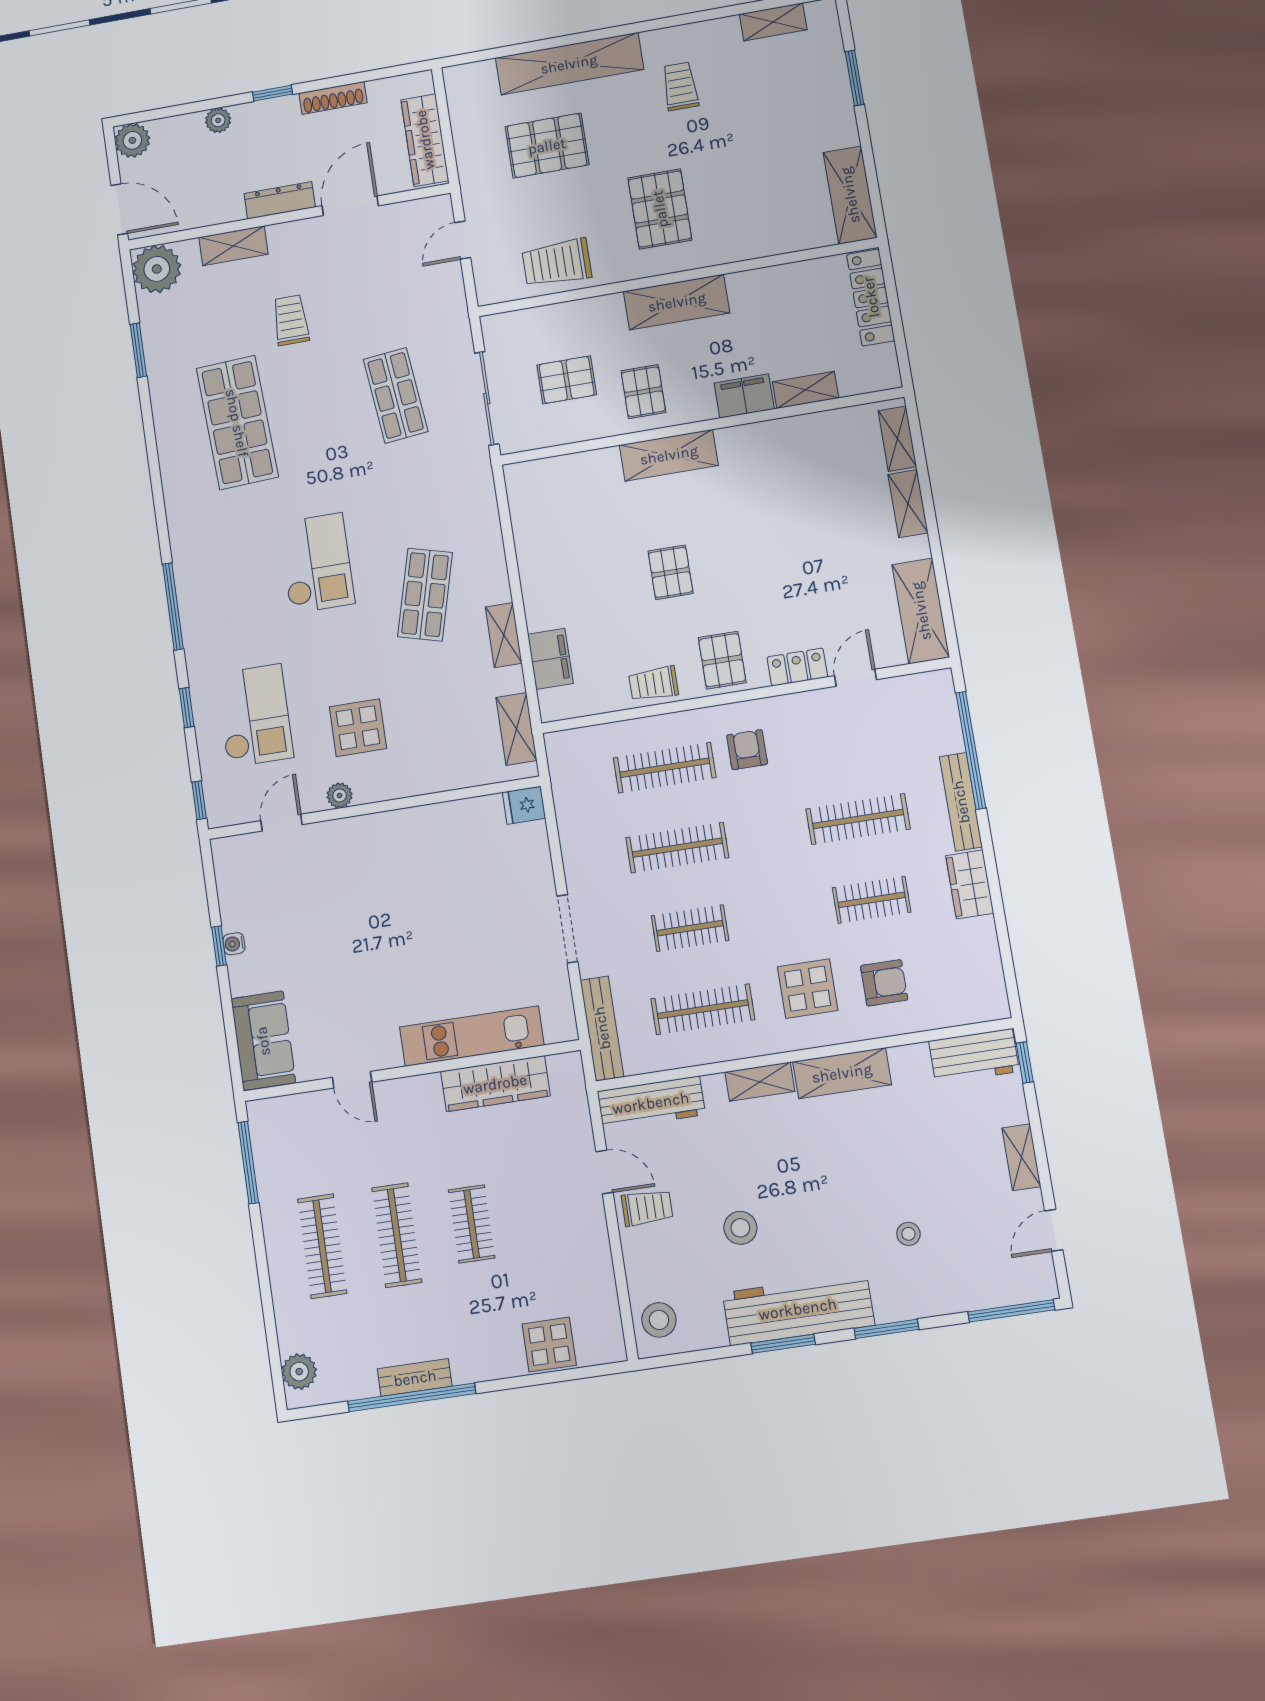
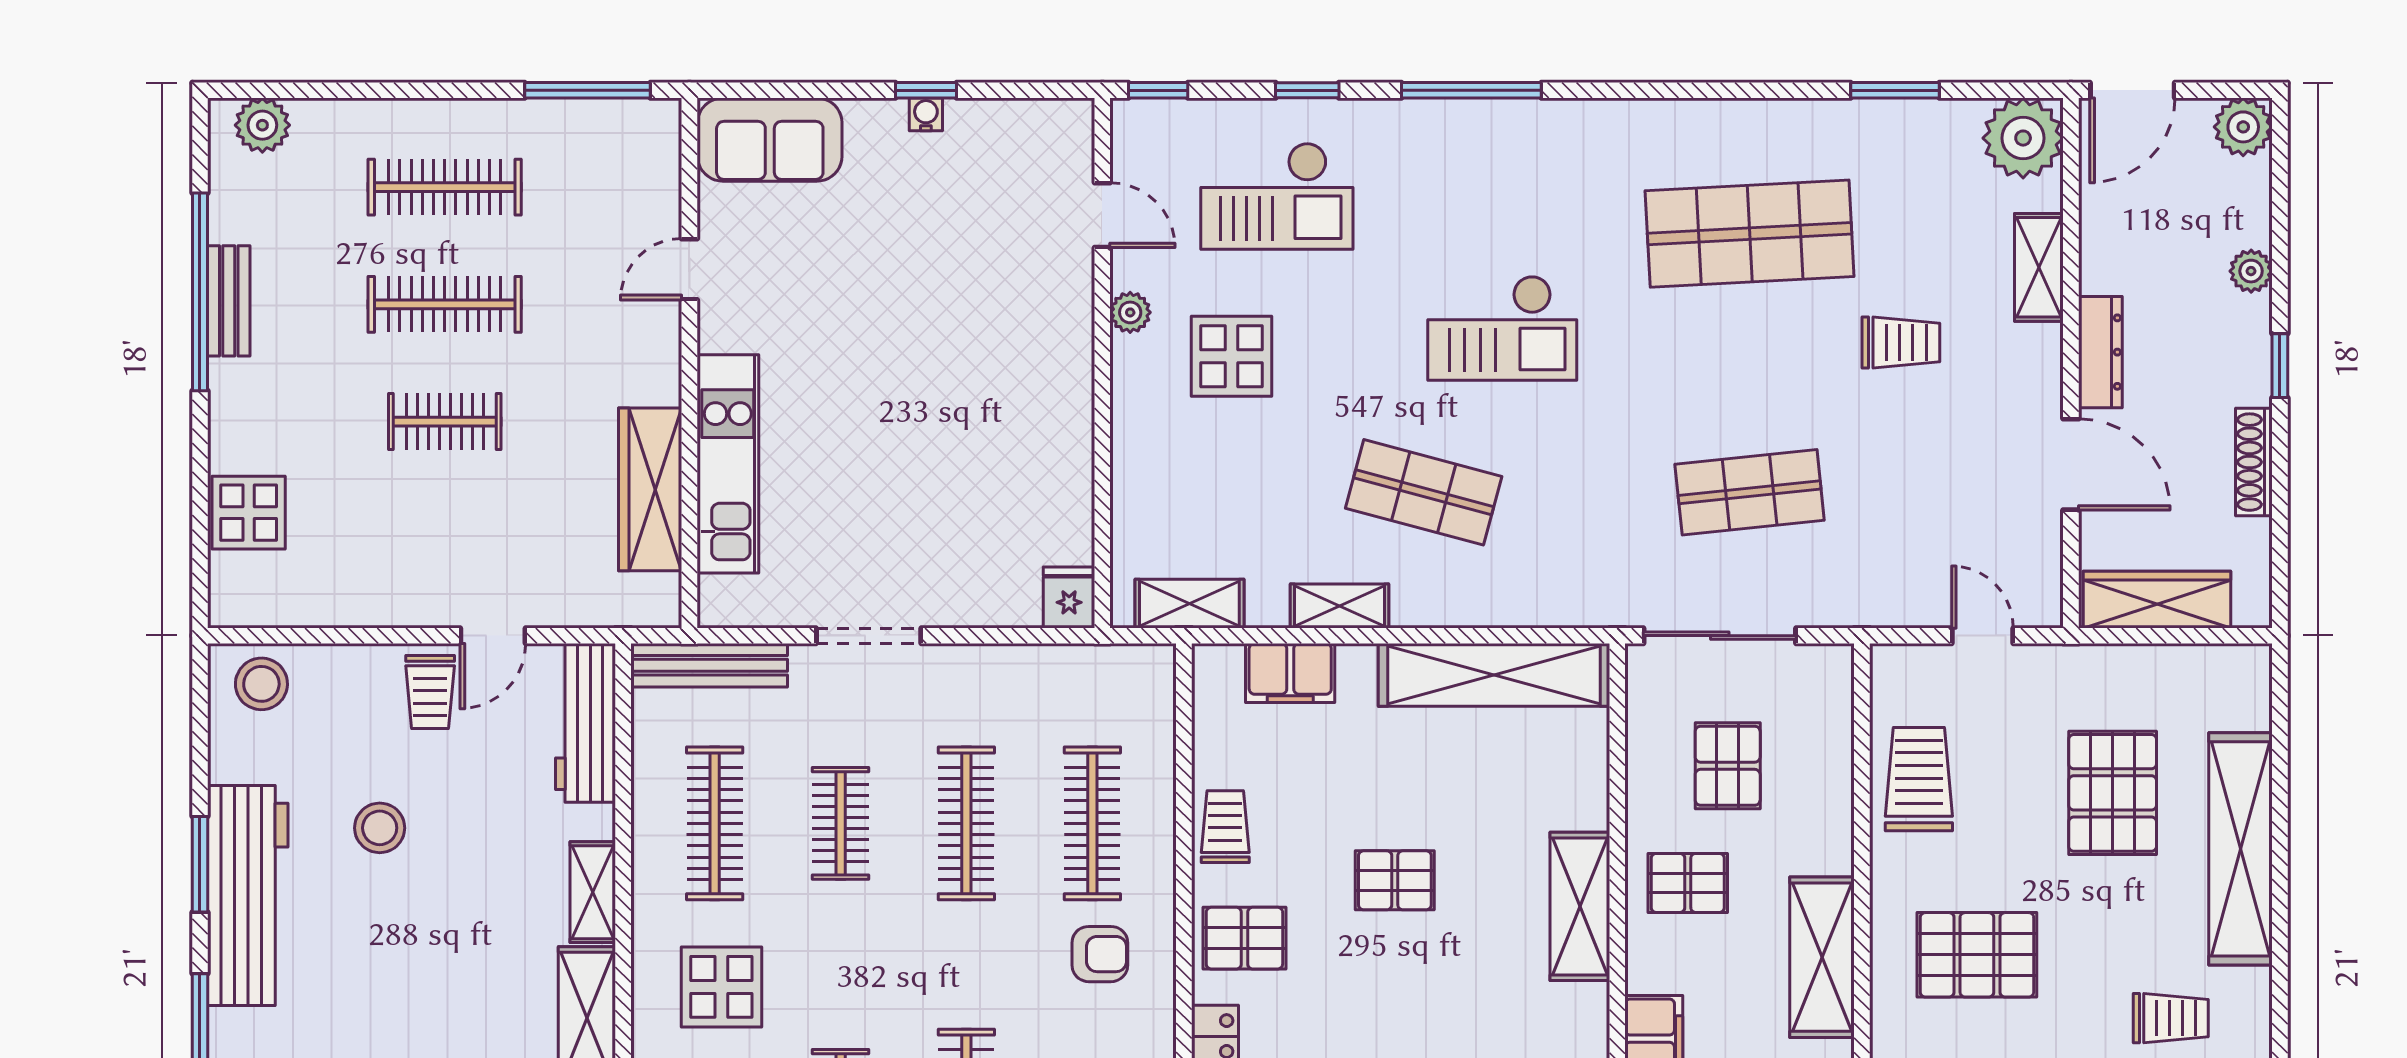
shelving: (532, 532) -> (1494, 675), added

